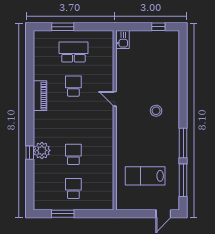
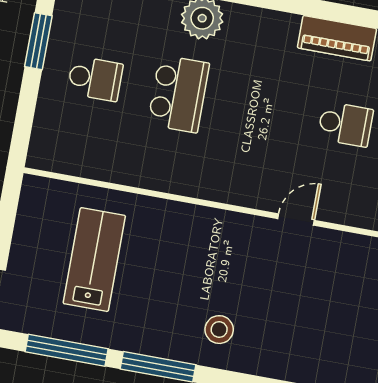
stool: (156, 111) -> (219, 330), moved
school desk: (73, 154) -> (179, 94), width x1.85

